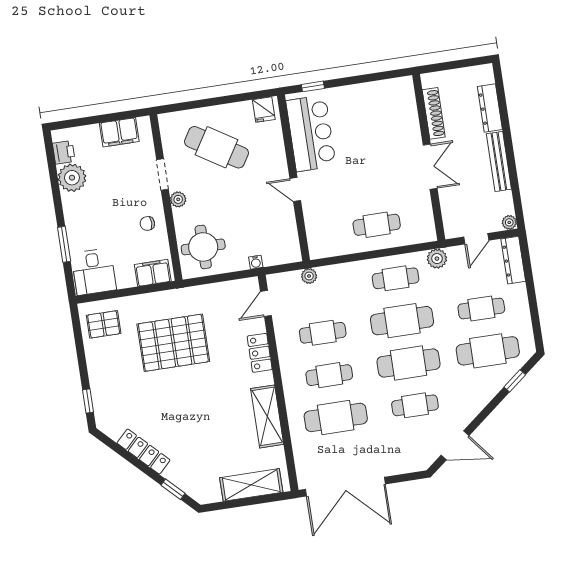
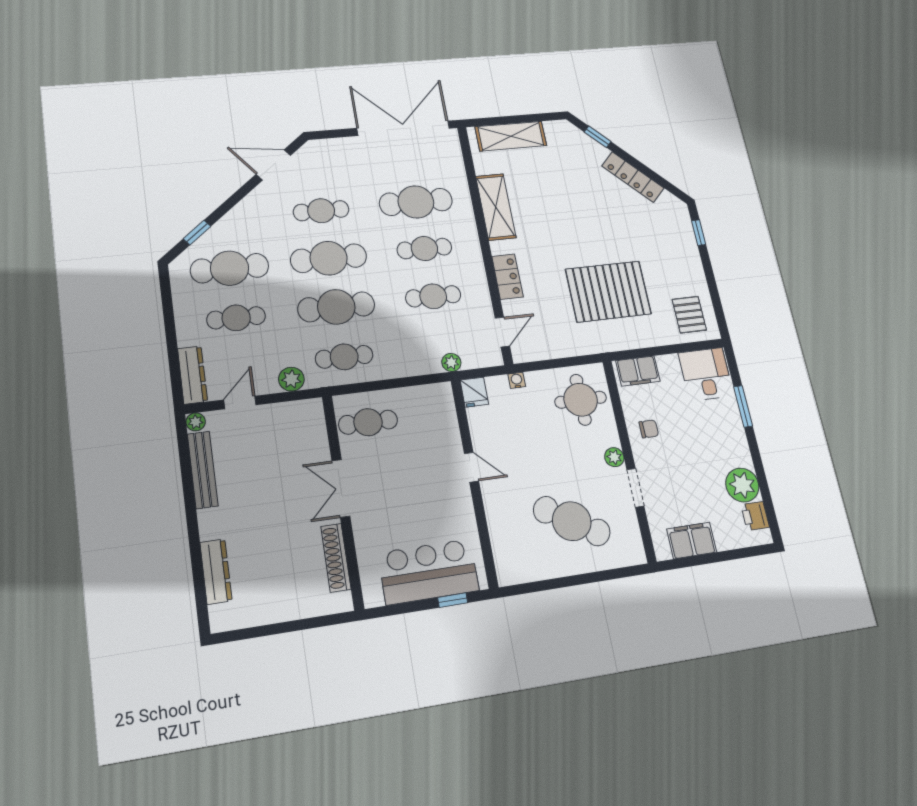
fridge: (264, 110) -> (474, 392), moved, turned 180
shoe rack: (434, 113) -> (336, 558), moved
bar counter: (311, 133) -> (429, 572), moved, turned 90
wall: (429, 157) -> (343, 500), moved
bench: (499, 161) -> (203, 470), moved
double door: (430, 167) -> (341, 488), moved
pallet: (104, 324) -> (689, 315), turned 90

